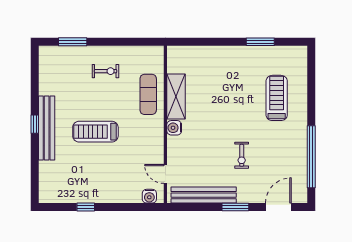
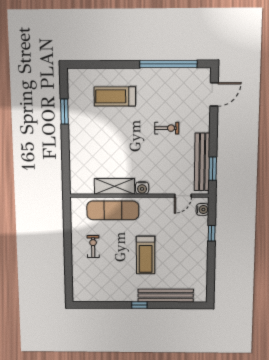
window: (73, 42) -> (68, 274), removed
exercise mat: (148, 94) -> (113, 210), width x1.36, depth x1.45
bench: (47, 128) -> (166, 296), moved
window: (86, 207) -> (212, 233), moved
window: (235, 207) -> (213, 169), moved
door: (278, 207) -> (214, 94), swing flipped

